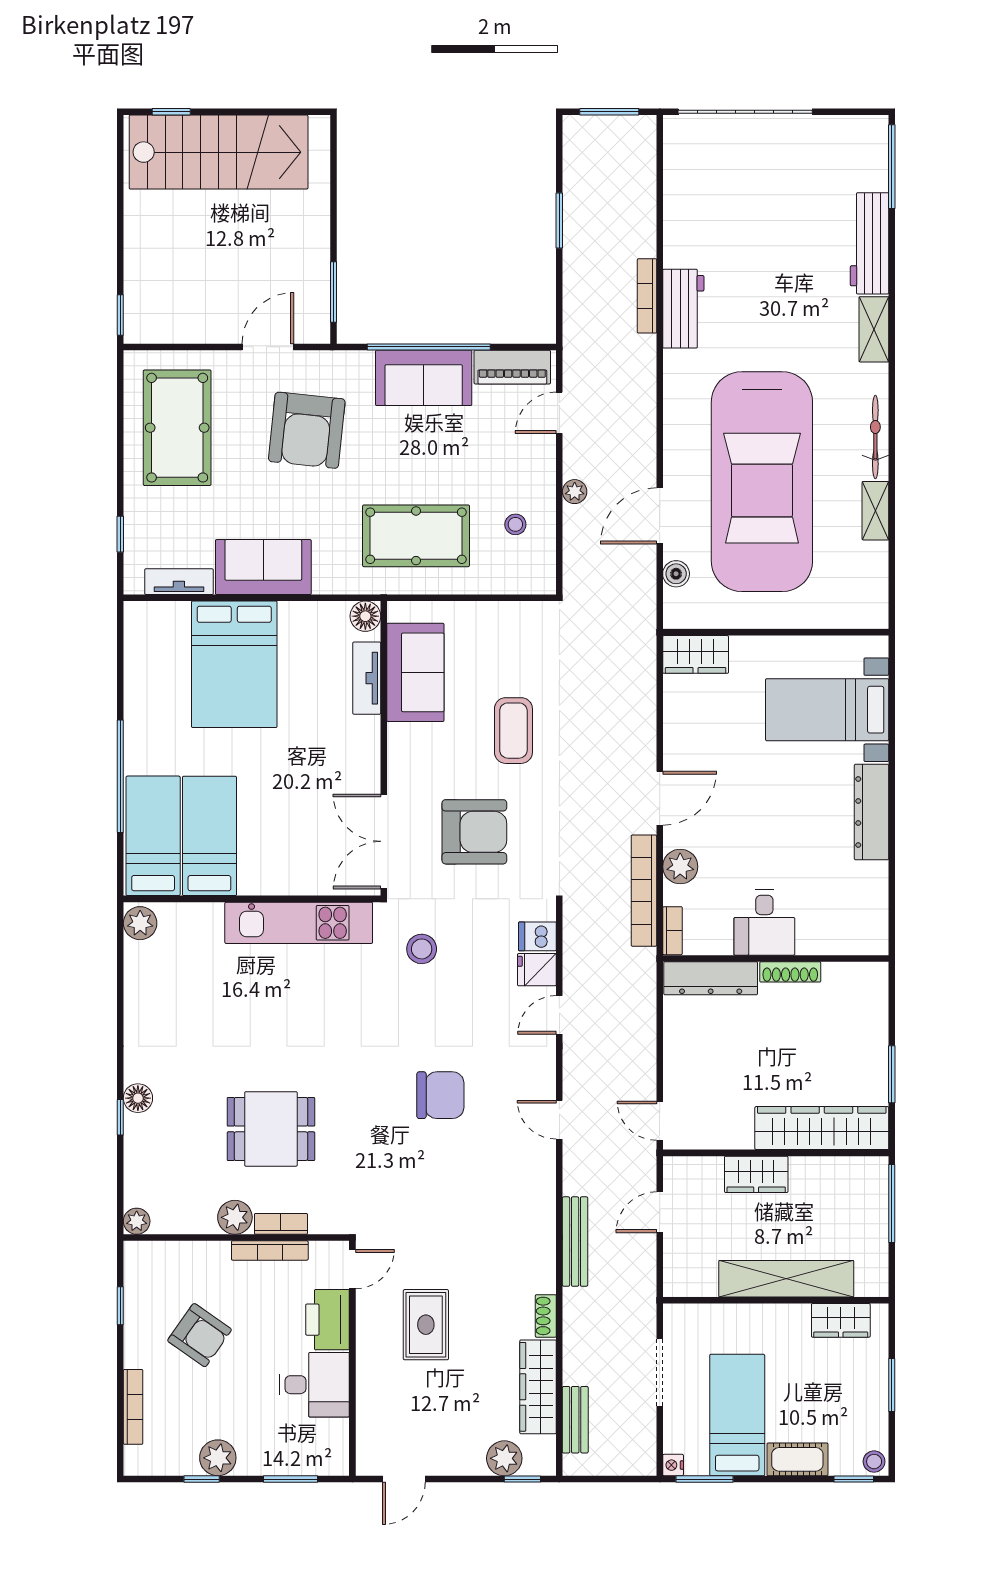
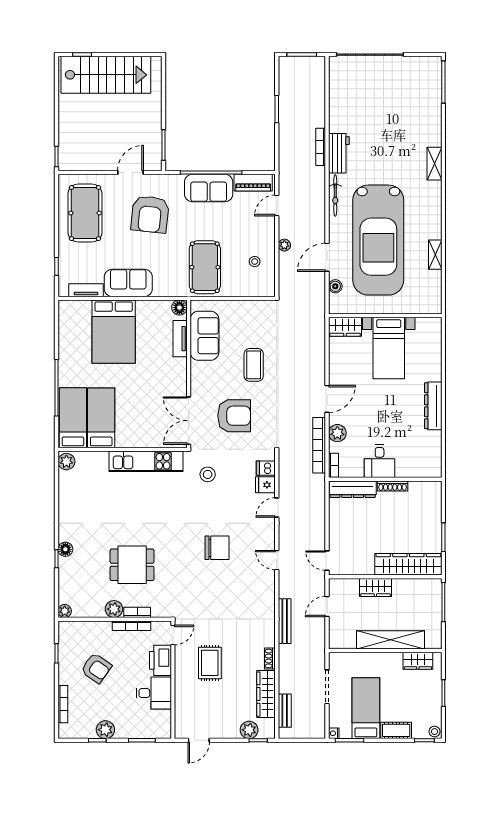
workbench: (870, 243) -> (432, 121), removed
bicycle: (875, 437) -> (335, 195), moved, turned 180
pool table: (416, 536) -> (205, 267), turned 90
bed with nightstands: (827, 710) -> (389, 348), moved, turned -90

